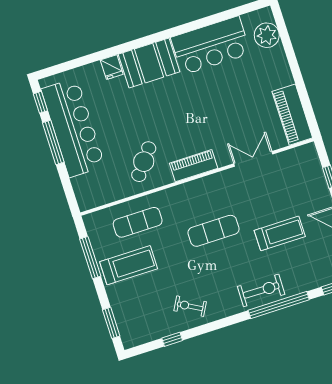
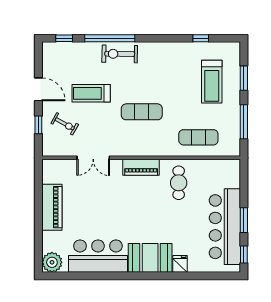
plant: (267, 35) -> (52, 262), moved
piano: (292, 115) -> (52, 207), moved
window: (53, 142) -> (244, 220), width x0.69
cafe table: (144, 162) -> (179, 183), turned -38
treadmill: (129, 265) -> (212, 82), moved, turned -90
exercise bike: (190, 306) -> (65, 124), moved
window: (111, 323) -> (244, 78), moved

